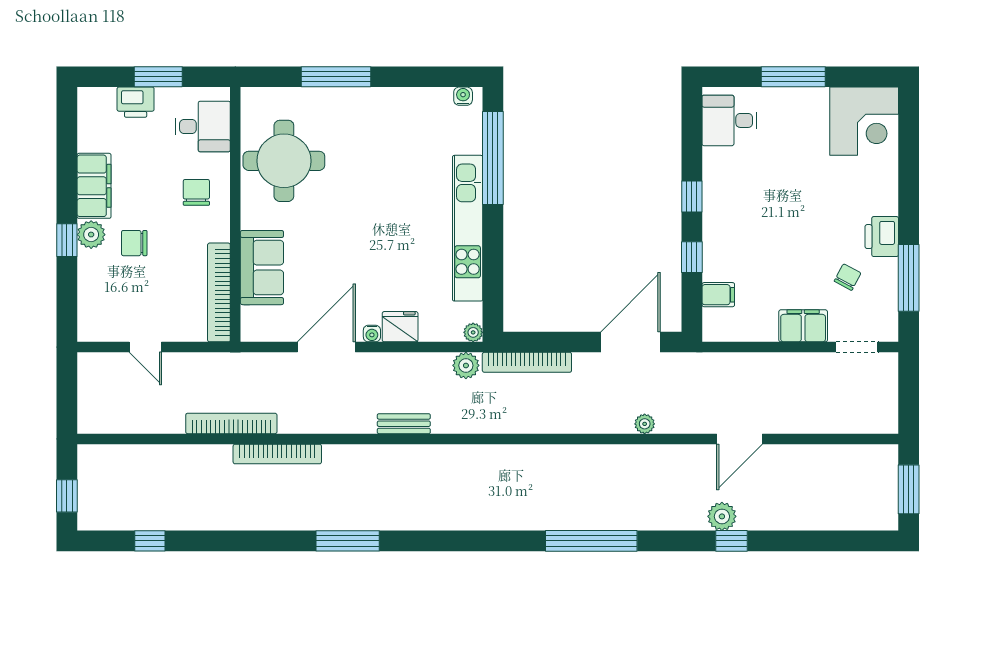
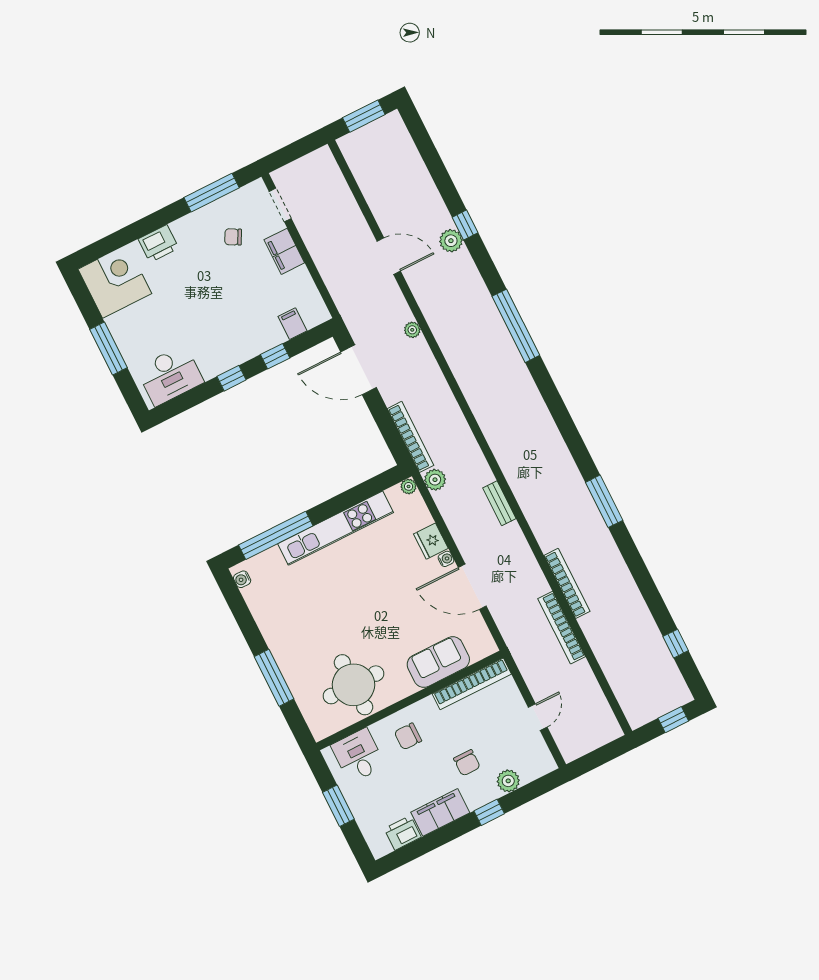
printer: (136, 102) -> (403, 833), moved, turned -90
desk: (729, 120) -> (170, 375), width x1.37
plant: (91, 235) -> (508, 781), moved
printer: (882, 237) -> (158, 244), moved

